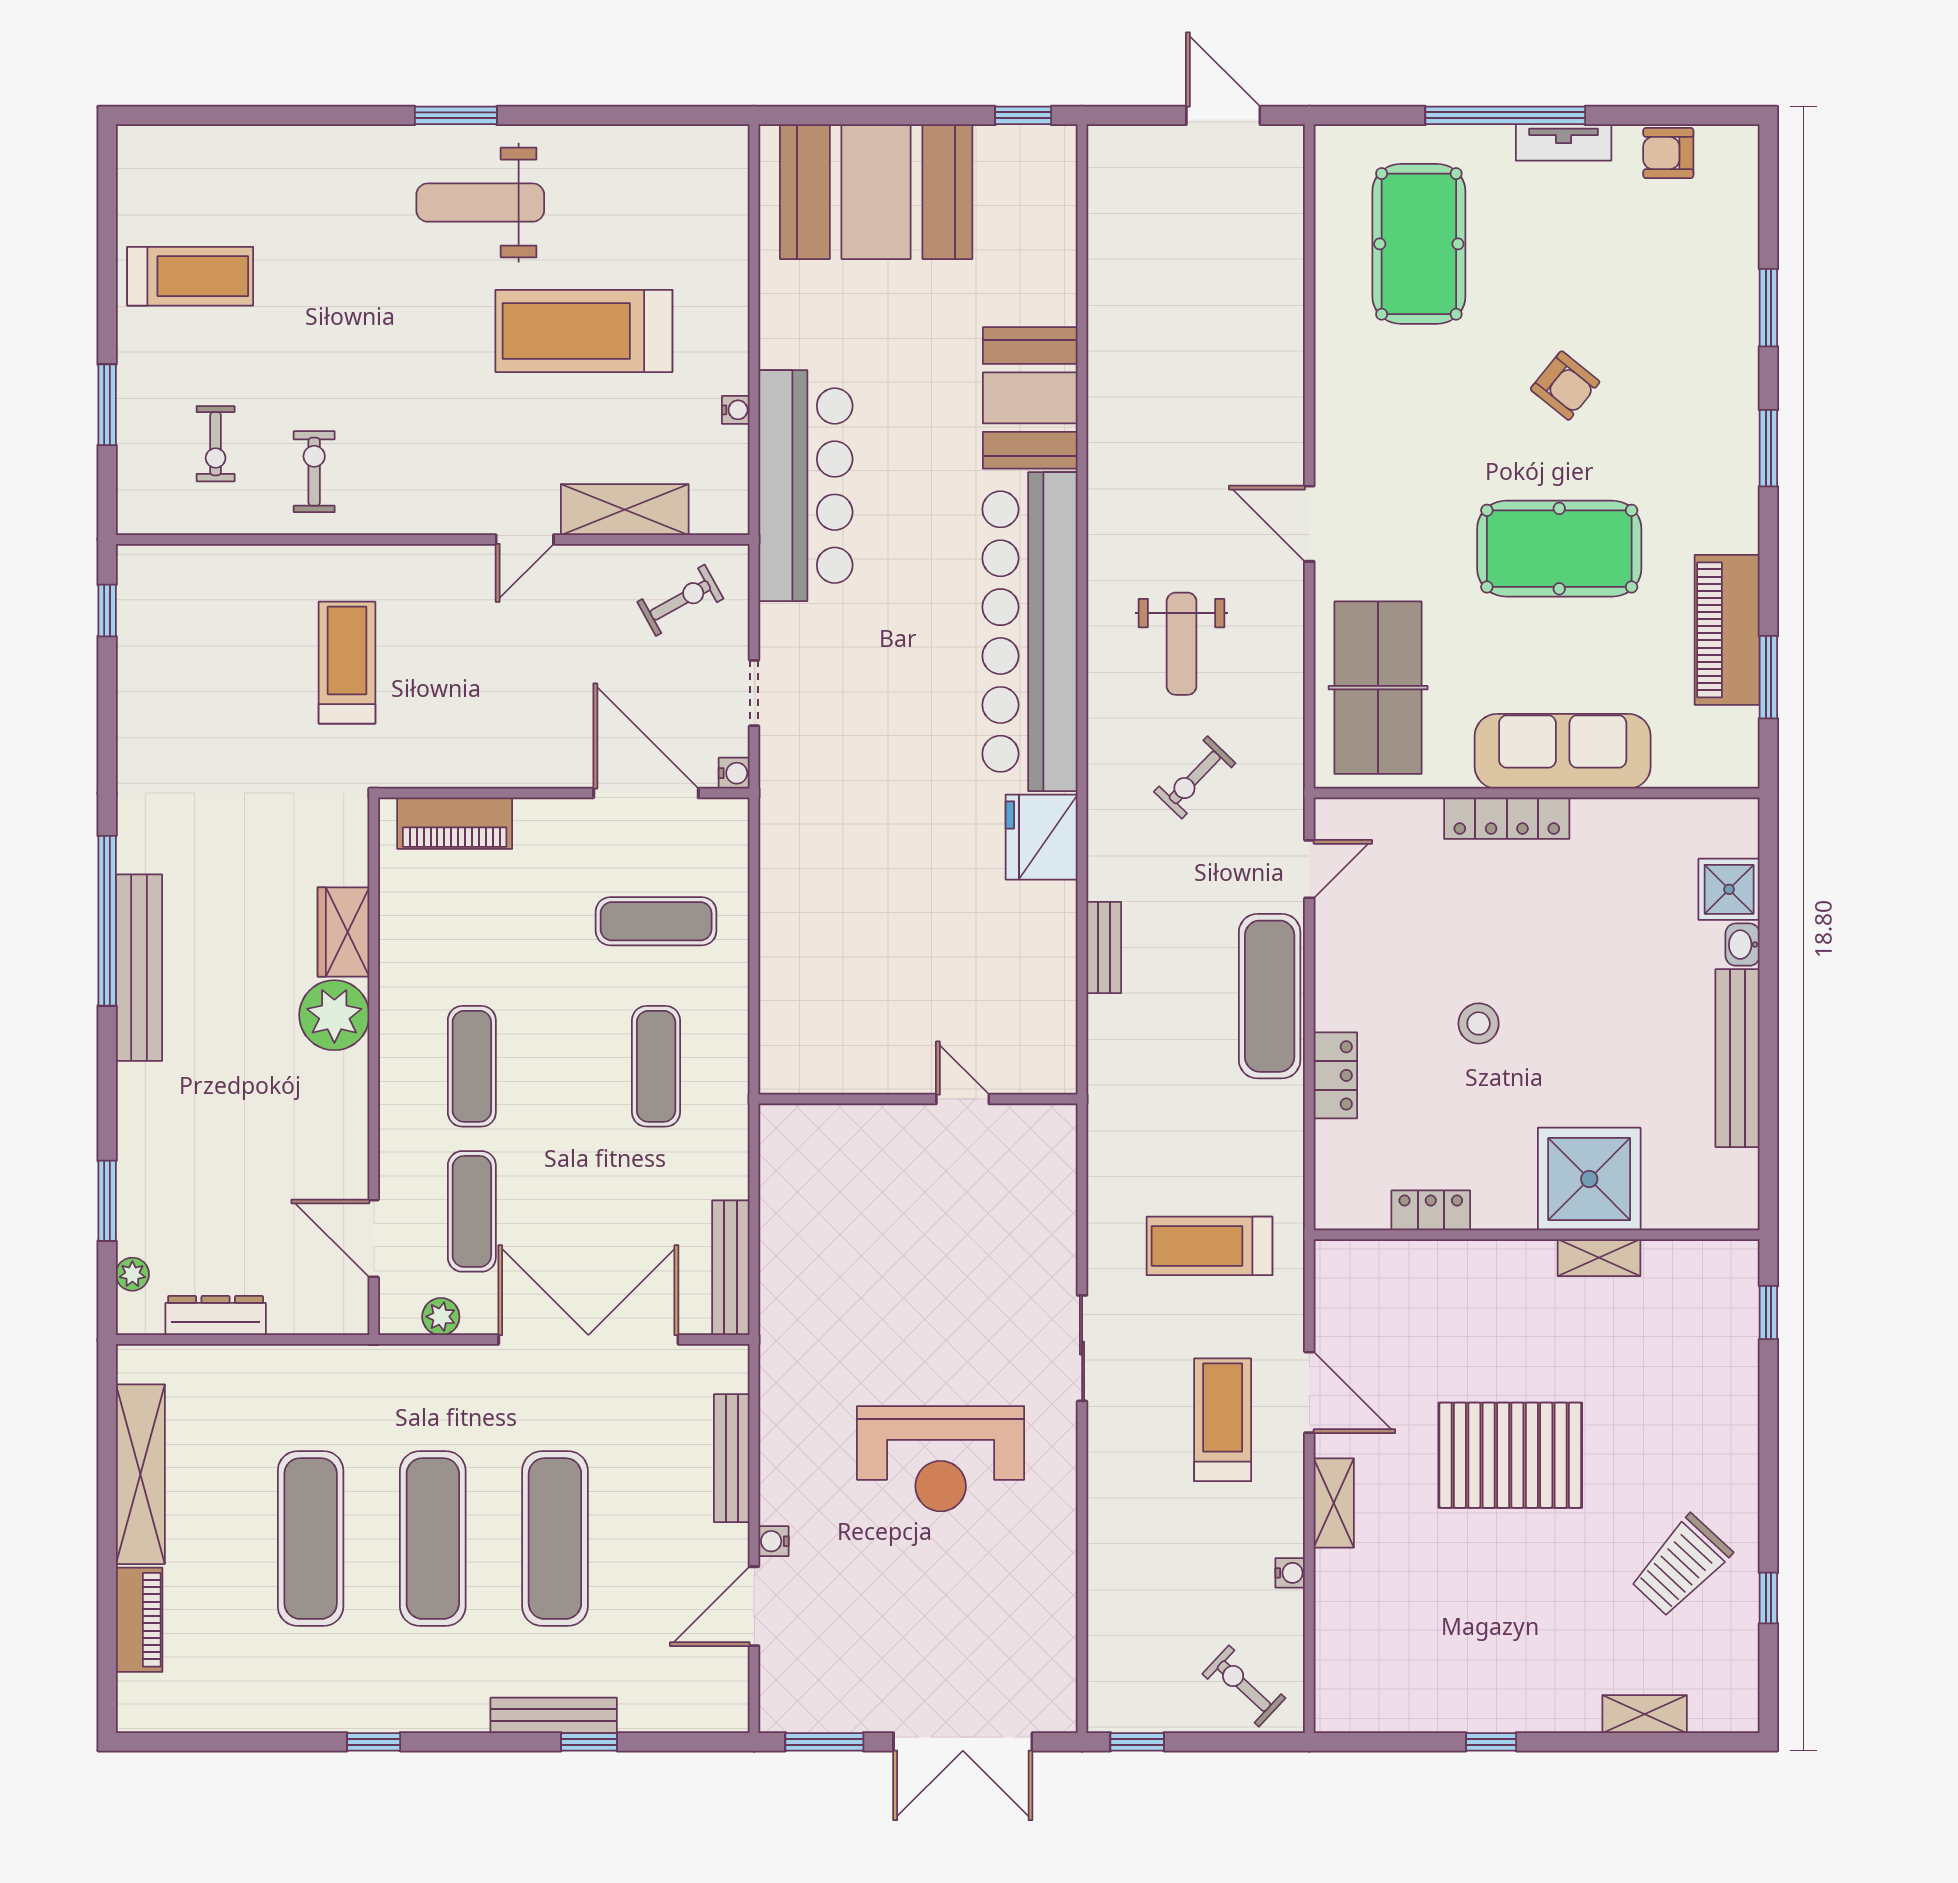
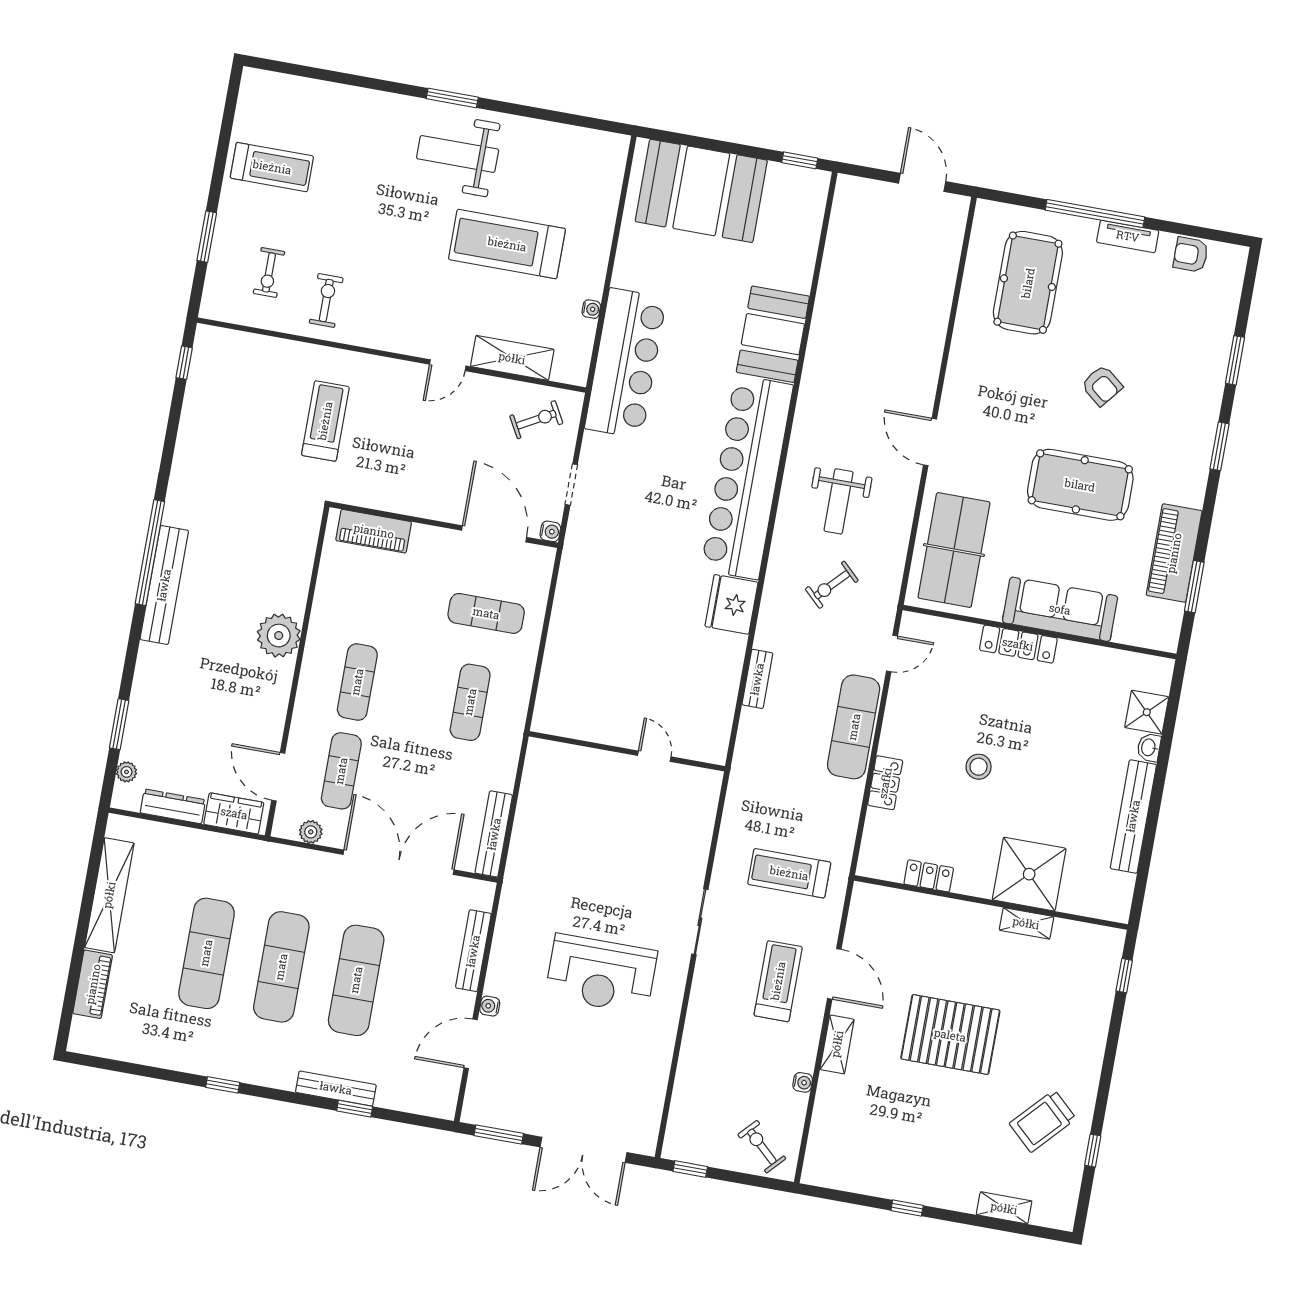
wardrobe: (343, 932) -> (234, 813), moved, turned 90

